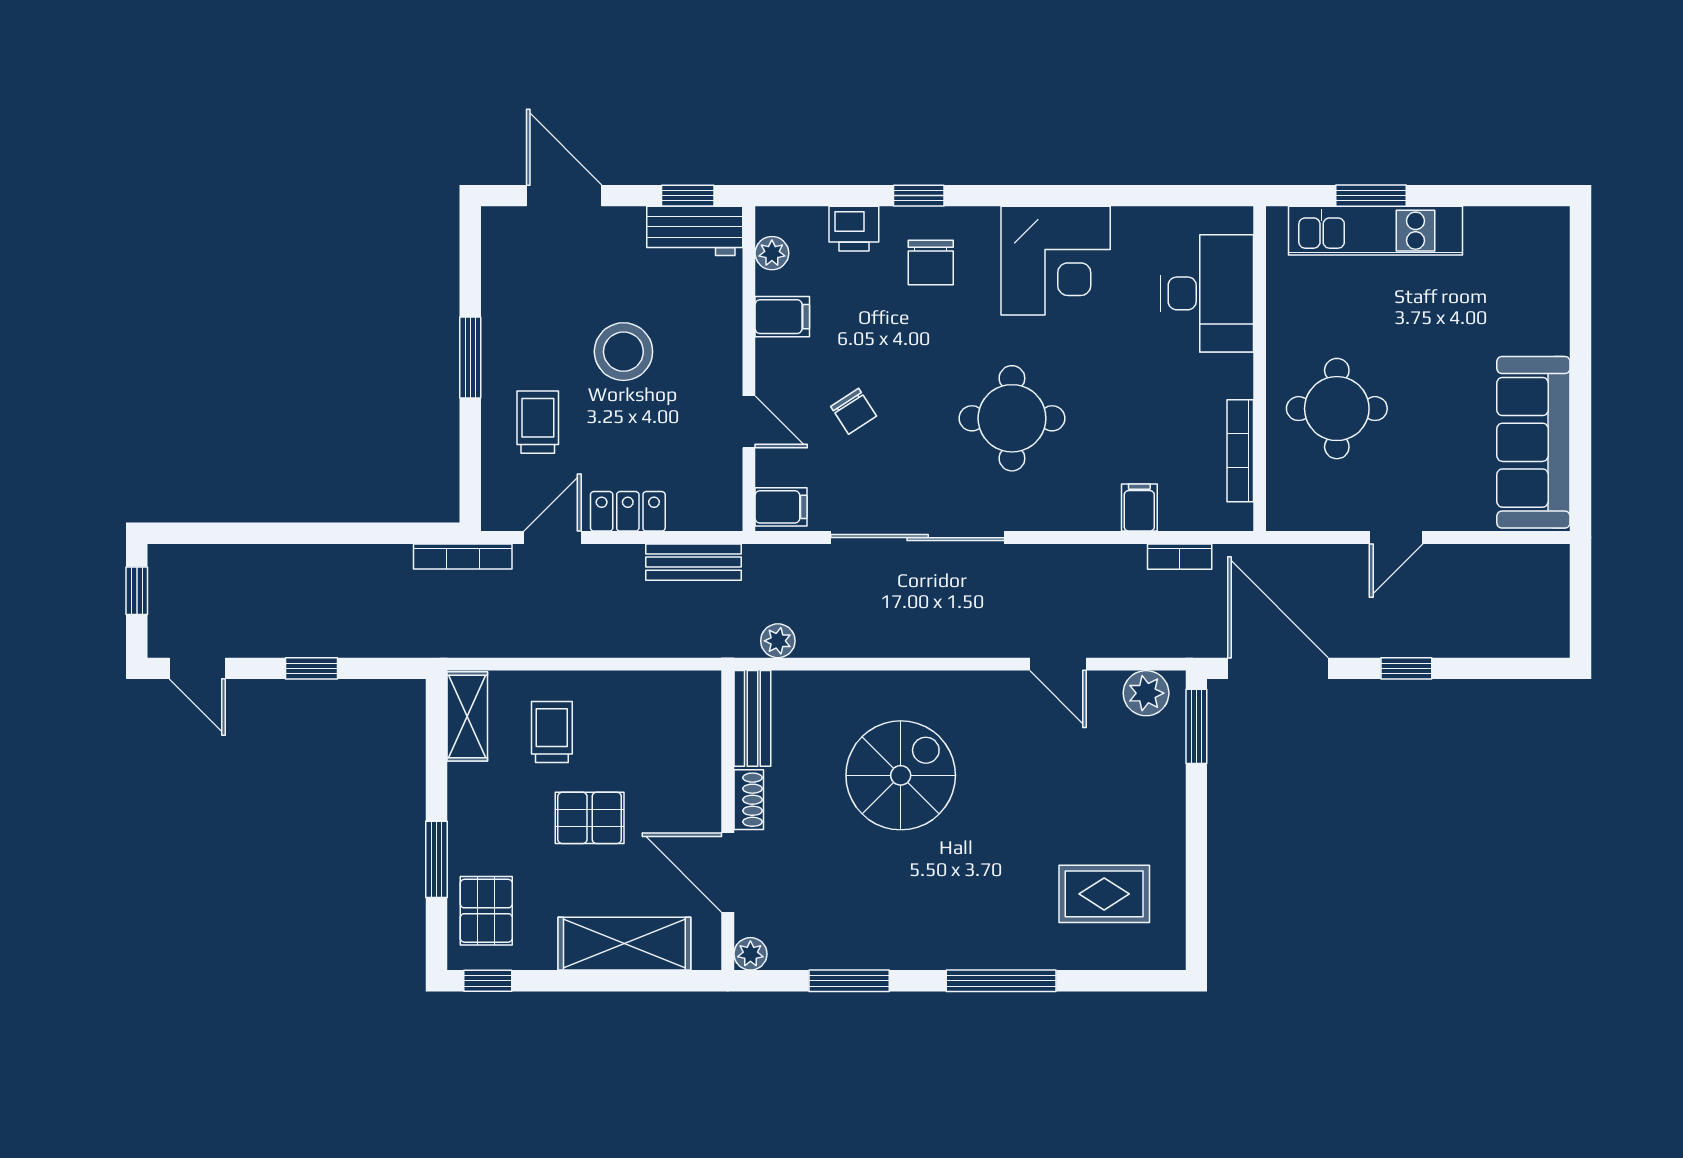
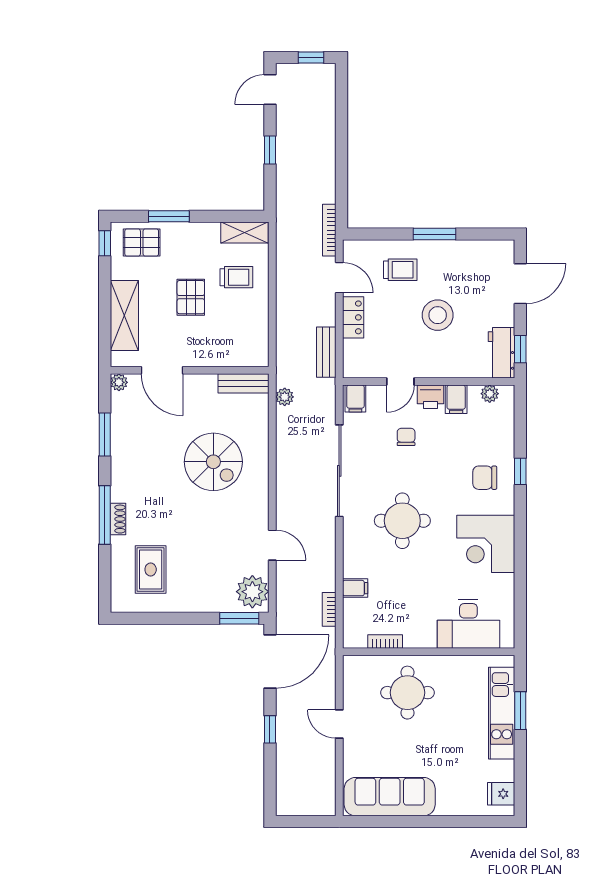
printer: (854, 229) -> (431, 397), moved, turned -90
fridge: (1528, 232) -> (501, 794), added
chair: (854, 411) -> (406, 437), turned 123
bookcase: (1240, 451) -> (385, 642), width x0.64
door: (1058, 664) -> (272, 545), swing flipped
plant: (1146, 693) -> (252, 592), width x1.36, depth x1.36
shoe rack: (749, 800) -> (118, 519), moved, turned -90
door: (728, 872) -> (162, 370), swing flipped

